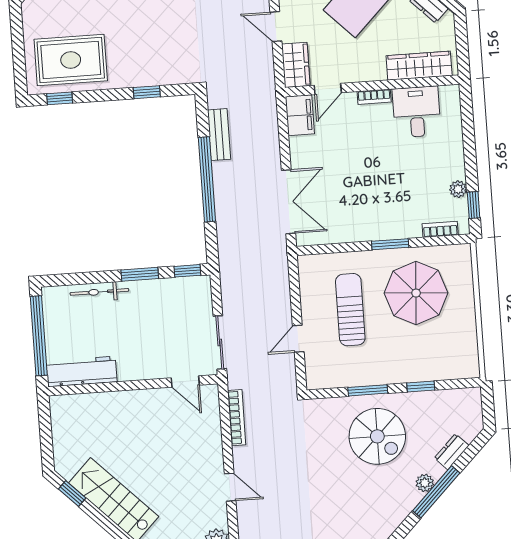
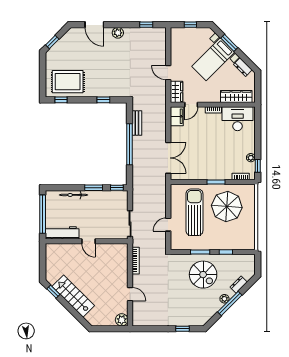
desk: (417, 112) -> (238, 119), width x1.37
sun lounger: (350, 310) -> (194, 212), width x1.36, depth x1.34
door: (185, 381) -> (89, 241), moved

